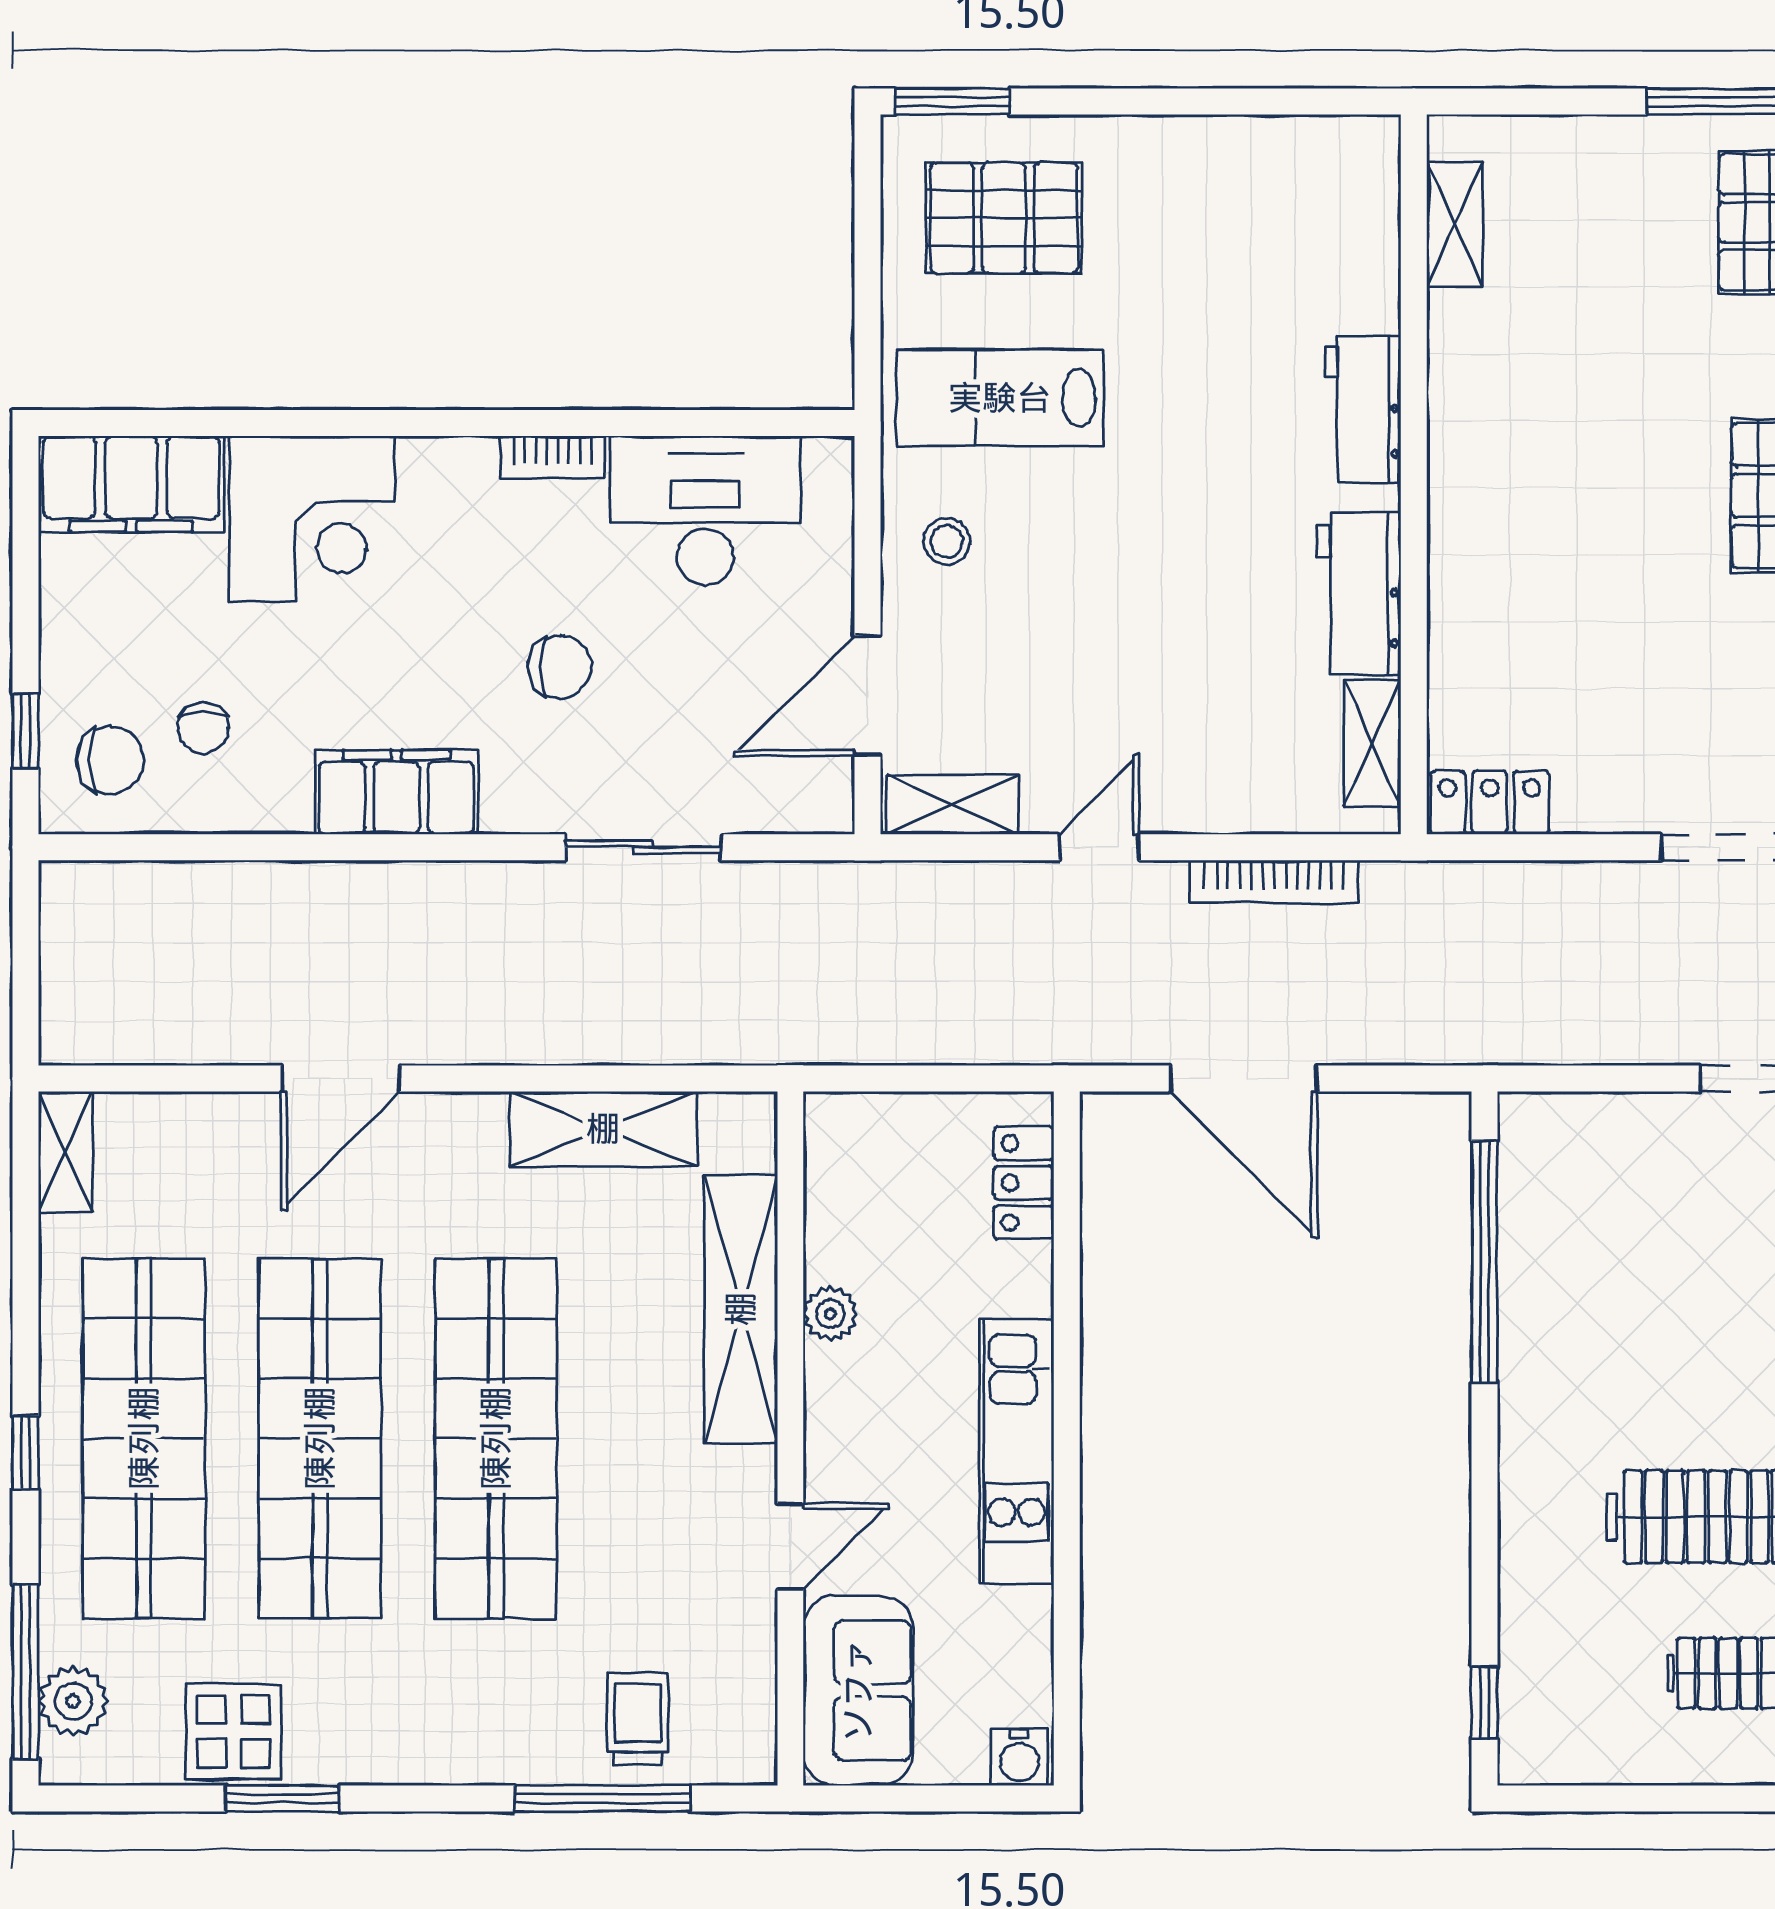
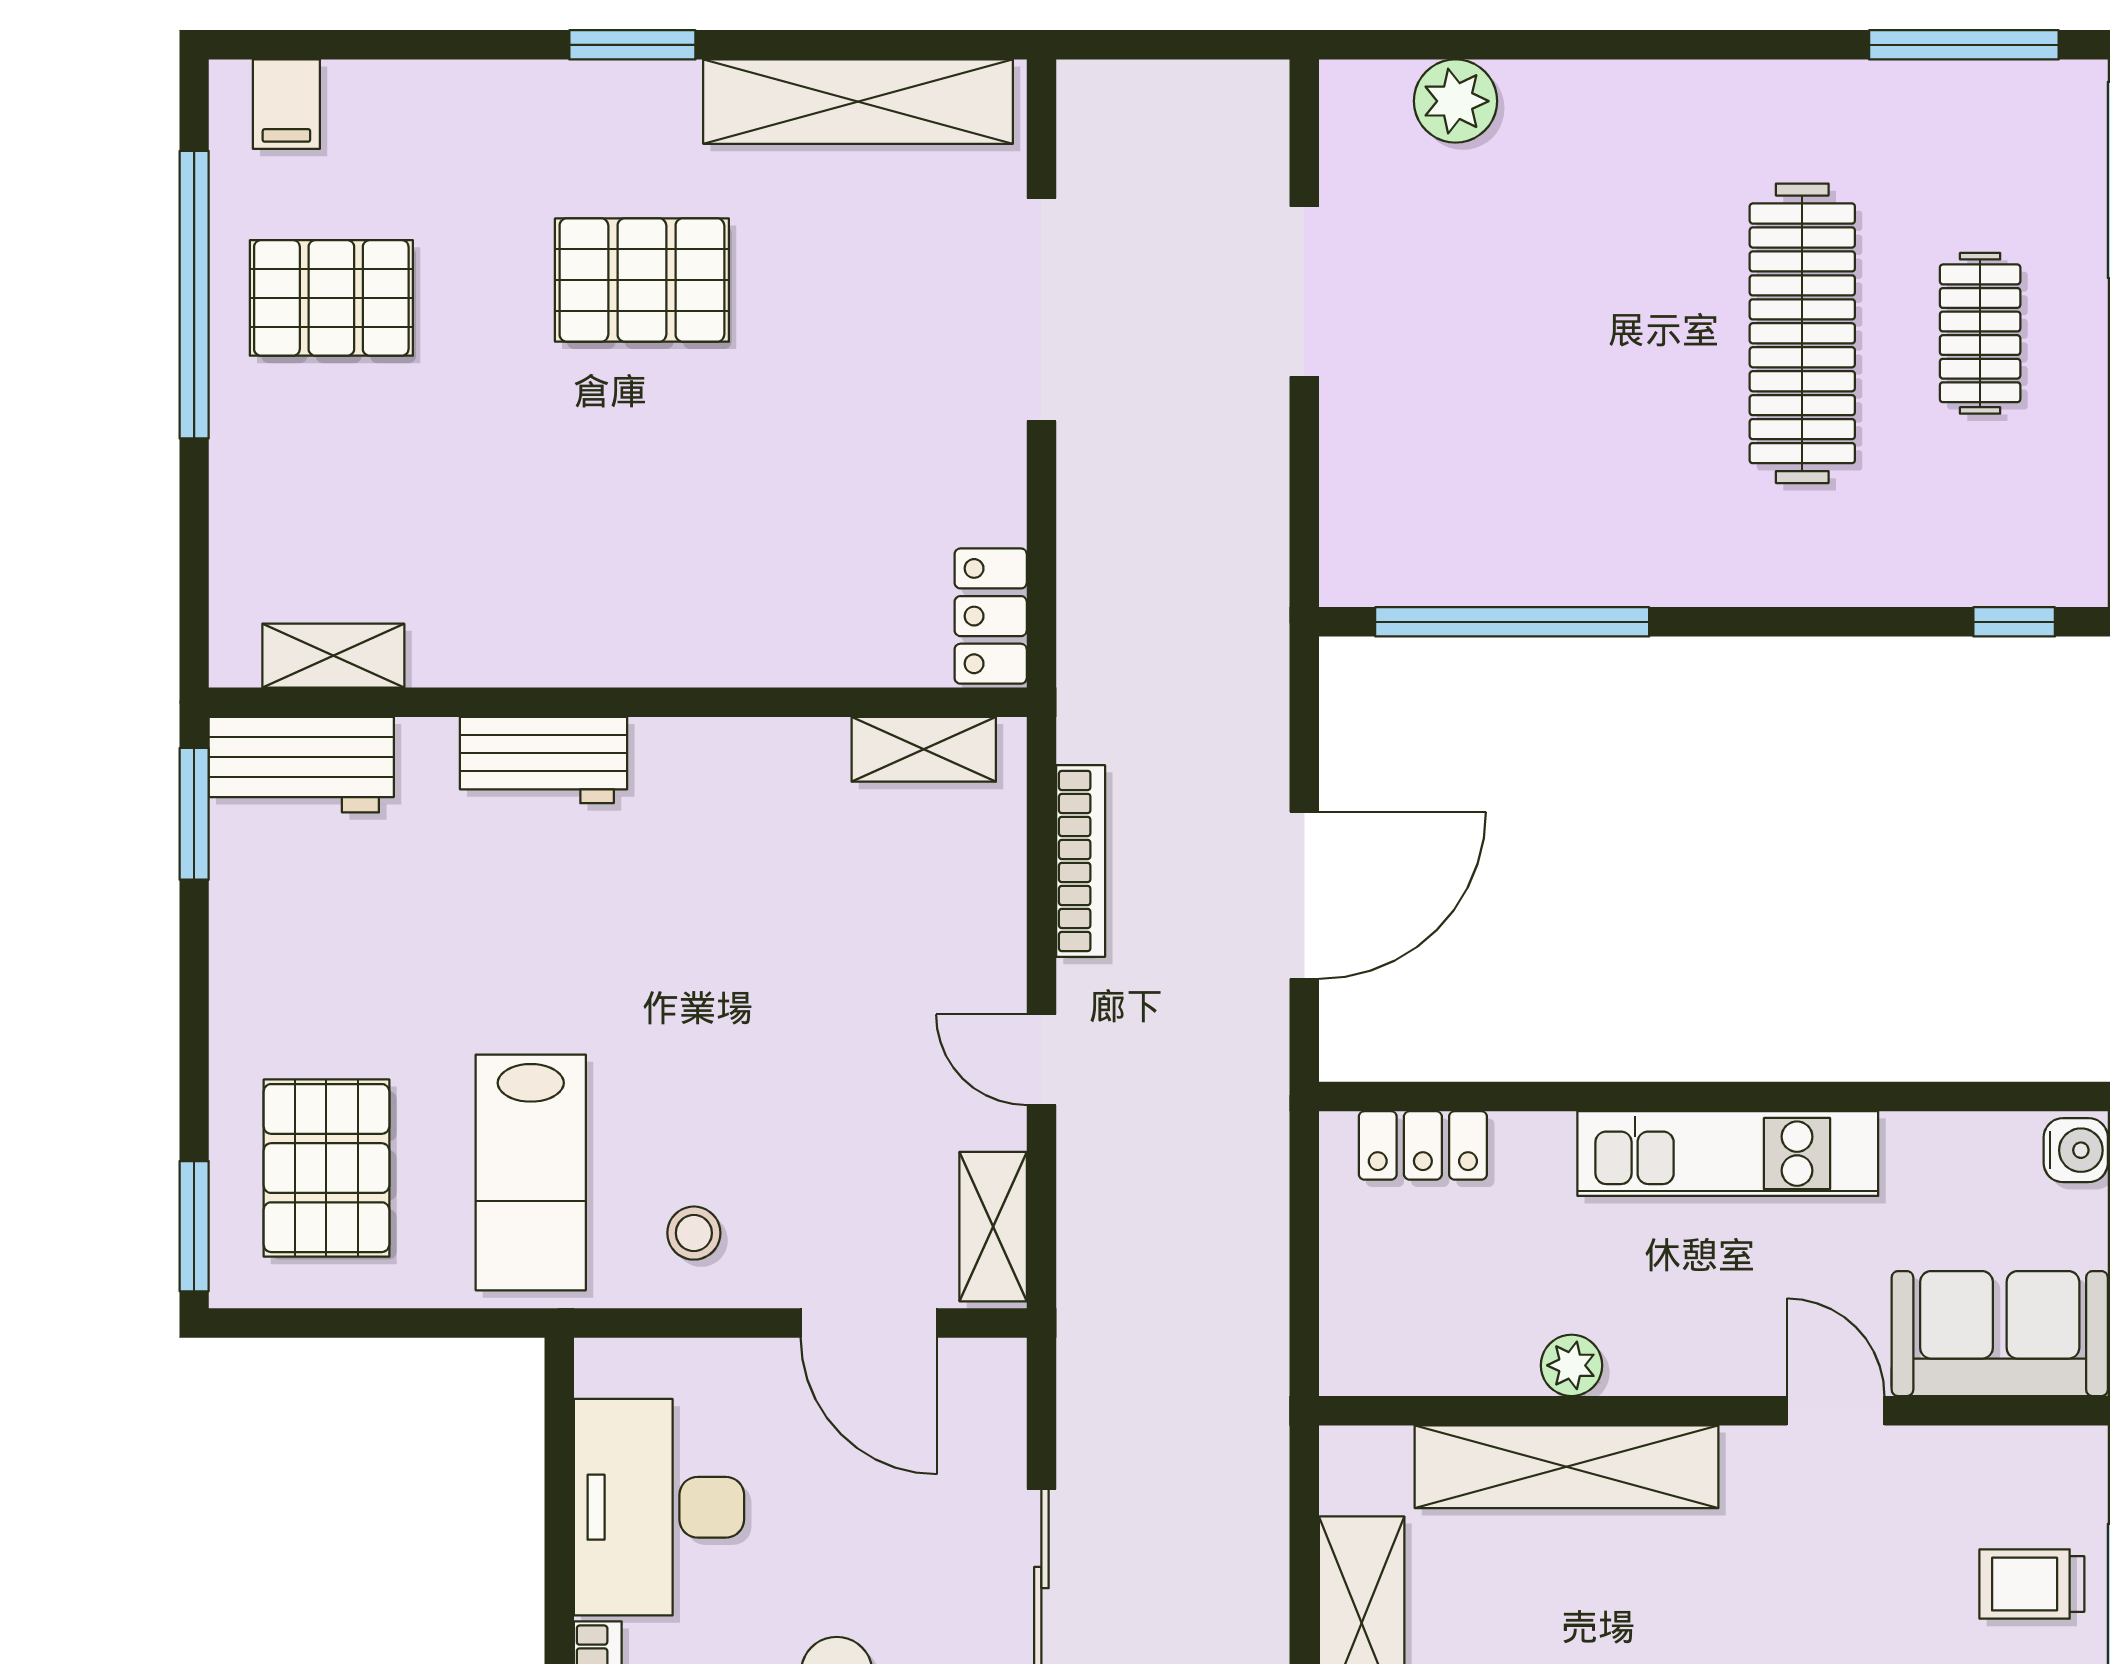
window: (1316, 102) -> (194, 814), added
workbench: (1359, 594) -> (301, 765), moved

